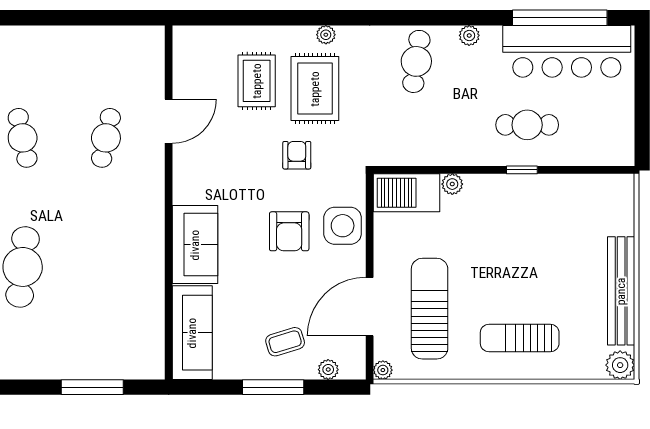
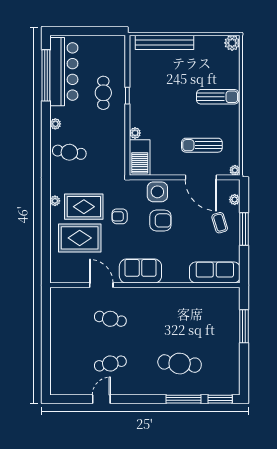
rug: (257, 81) -> (80, 238), width x1.36, depth x1.43
sofa: (195, 245) -> (140, 271), moved
bench: (621, 291) -> (164, 42), moved
sun lounger: (430, 309) -> (202, 145), width x0.73, depth x0.75
sun lounger: (520, 338) -> (218, 97), turned -90

